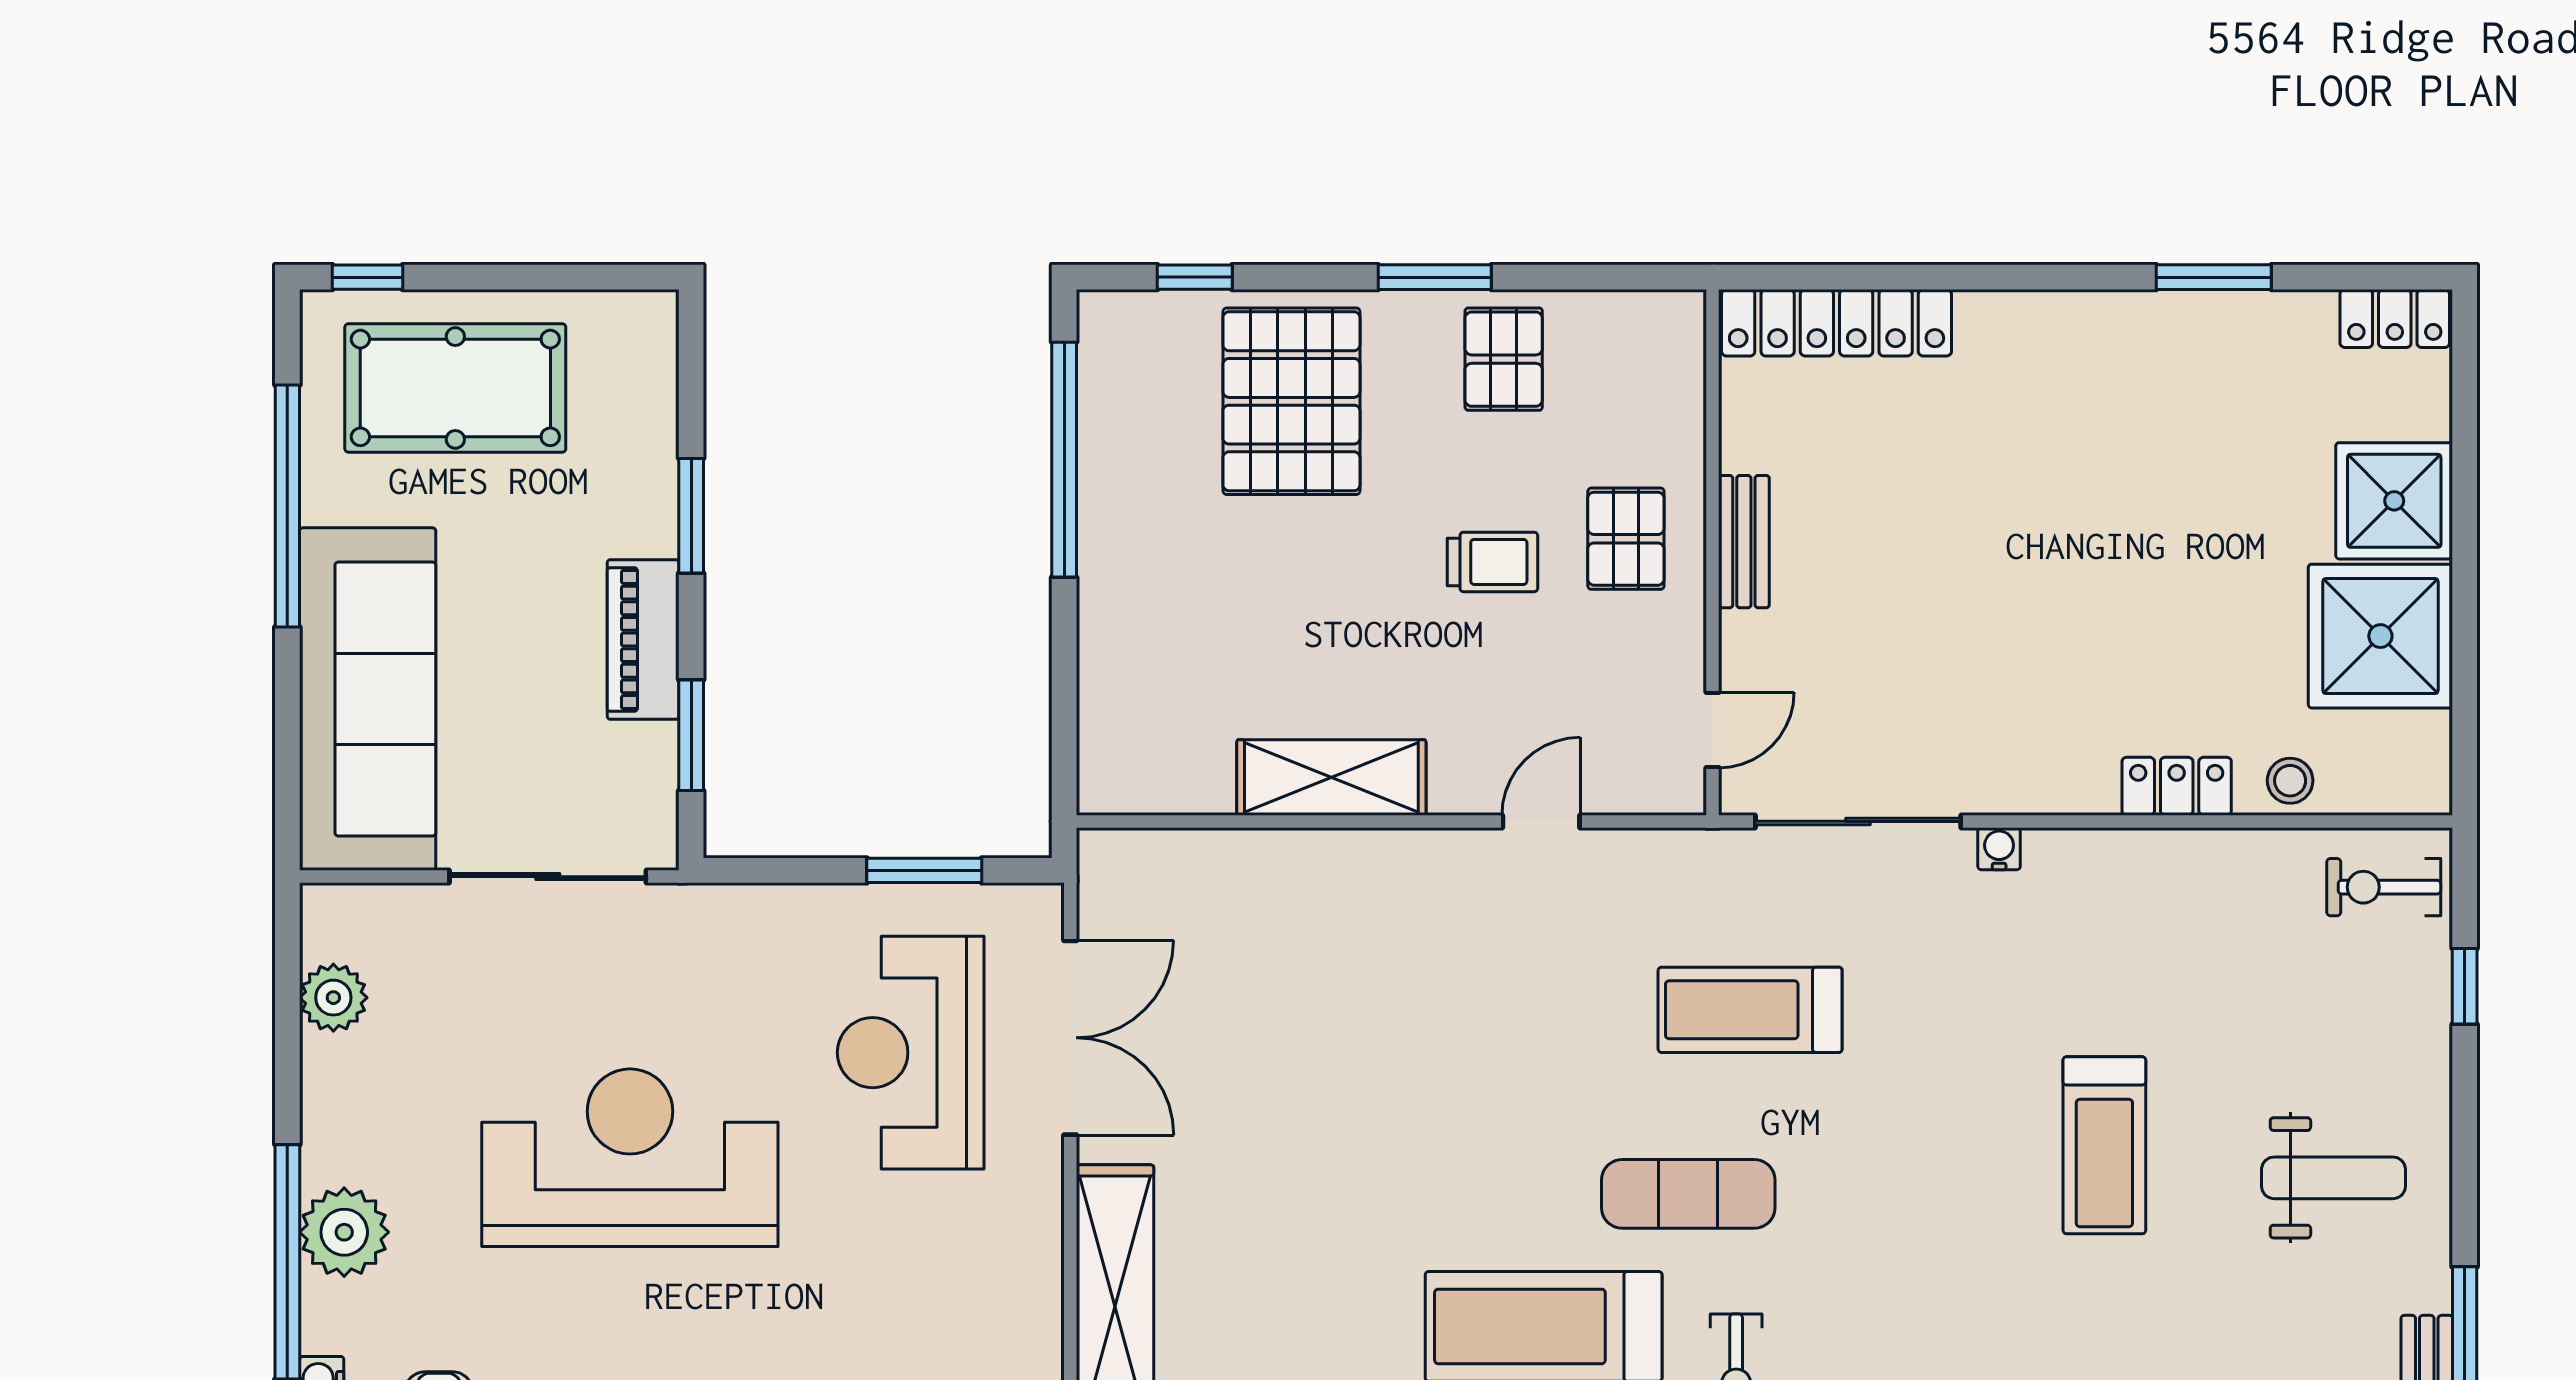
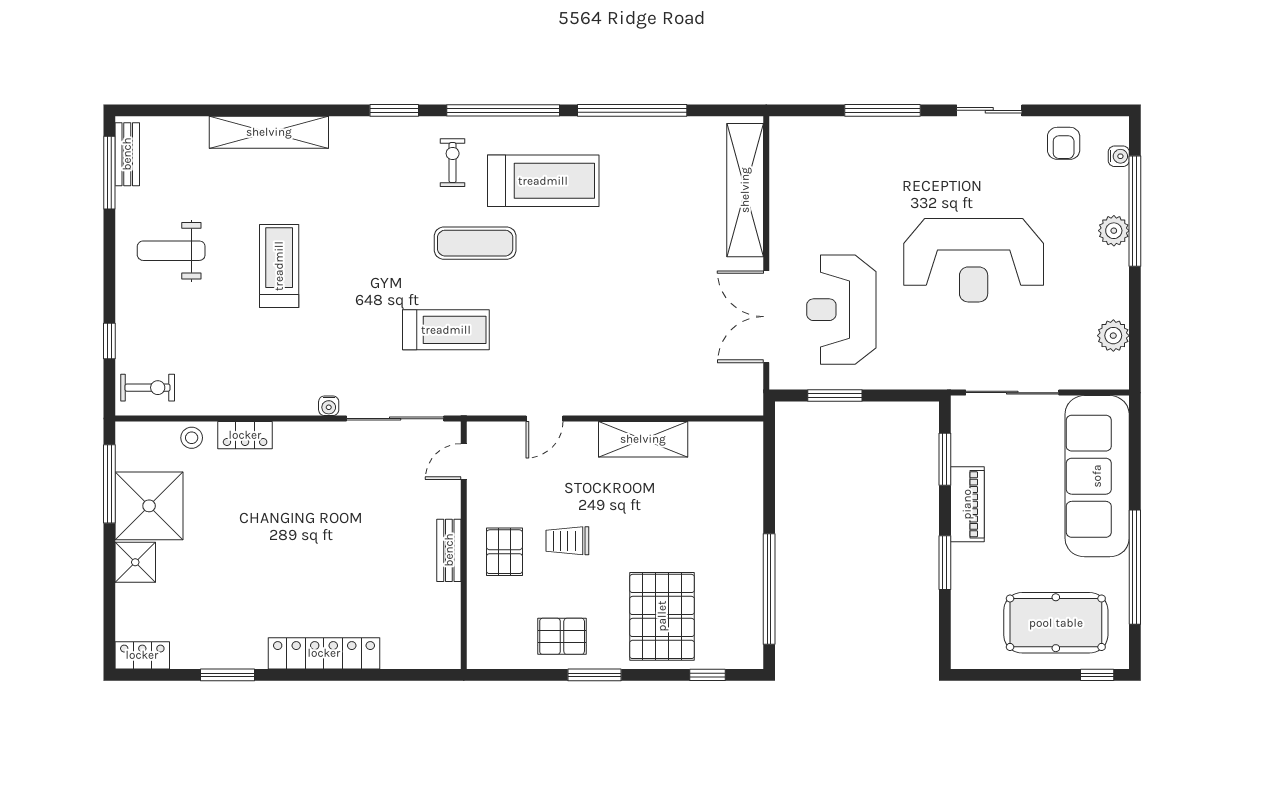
locker: (1837, 323) -> (324, 653), moved
pallet: (1504, 359) -> (562, 636), turned 90
shower: (2394, 501) -> (135, 562), width x0.73, depth x0.73
window: (2465, 683) -> (109, 484), added
reception desk: (911, 1053) -> (841, 310), turned 180
plant: (344, 1232) -> (1114, 231), width x0.73, depth x0.73

